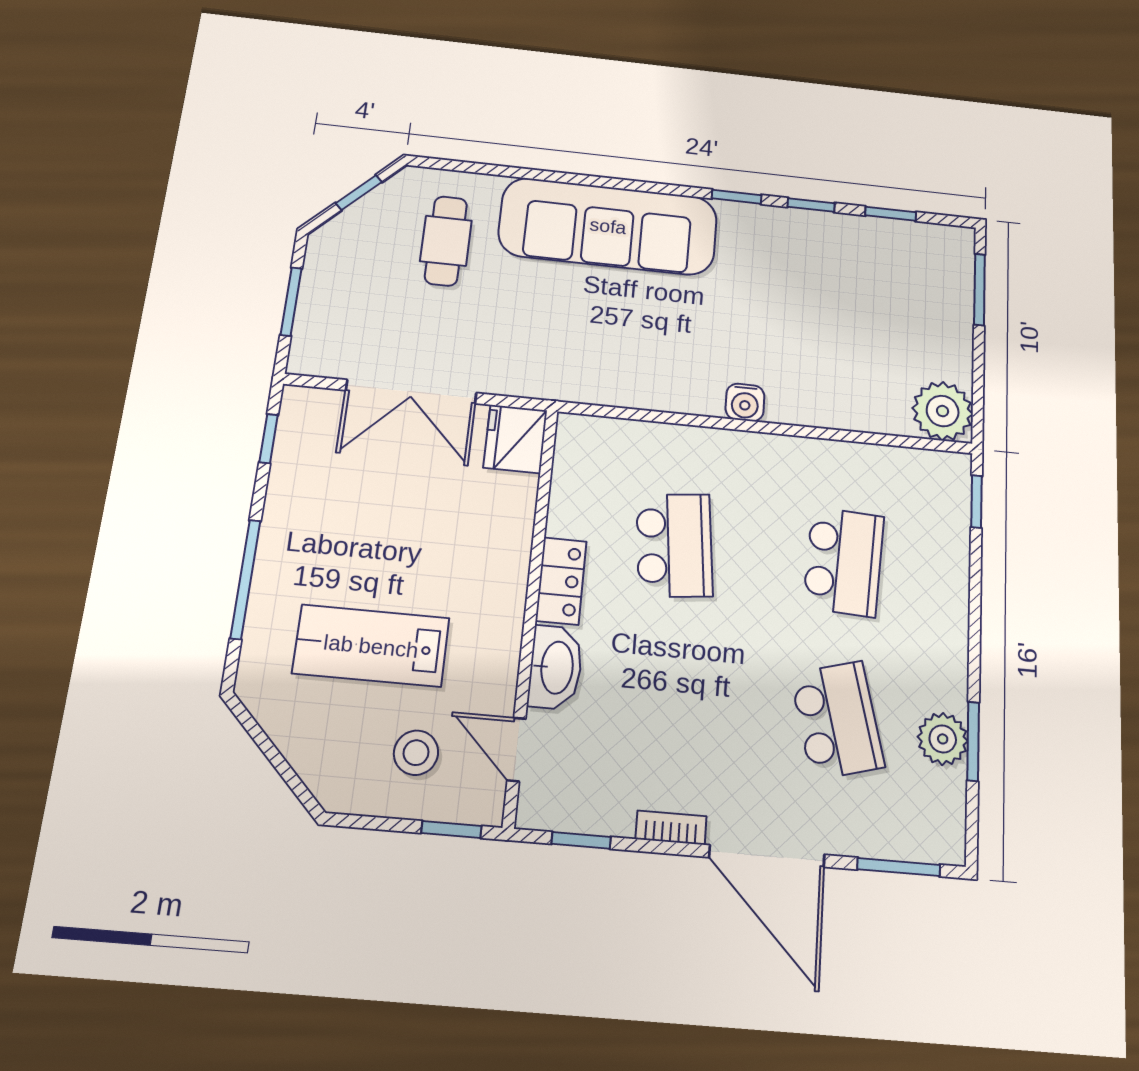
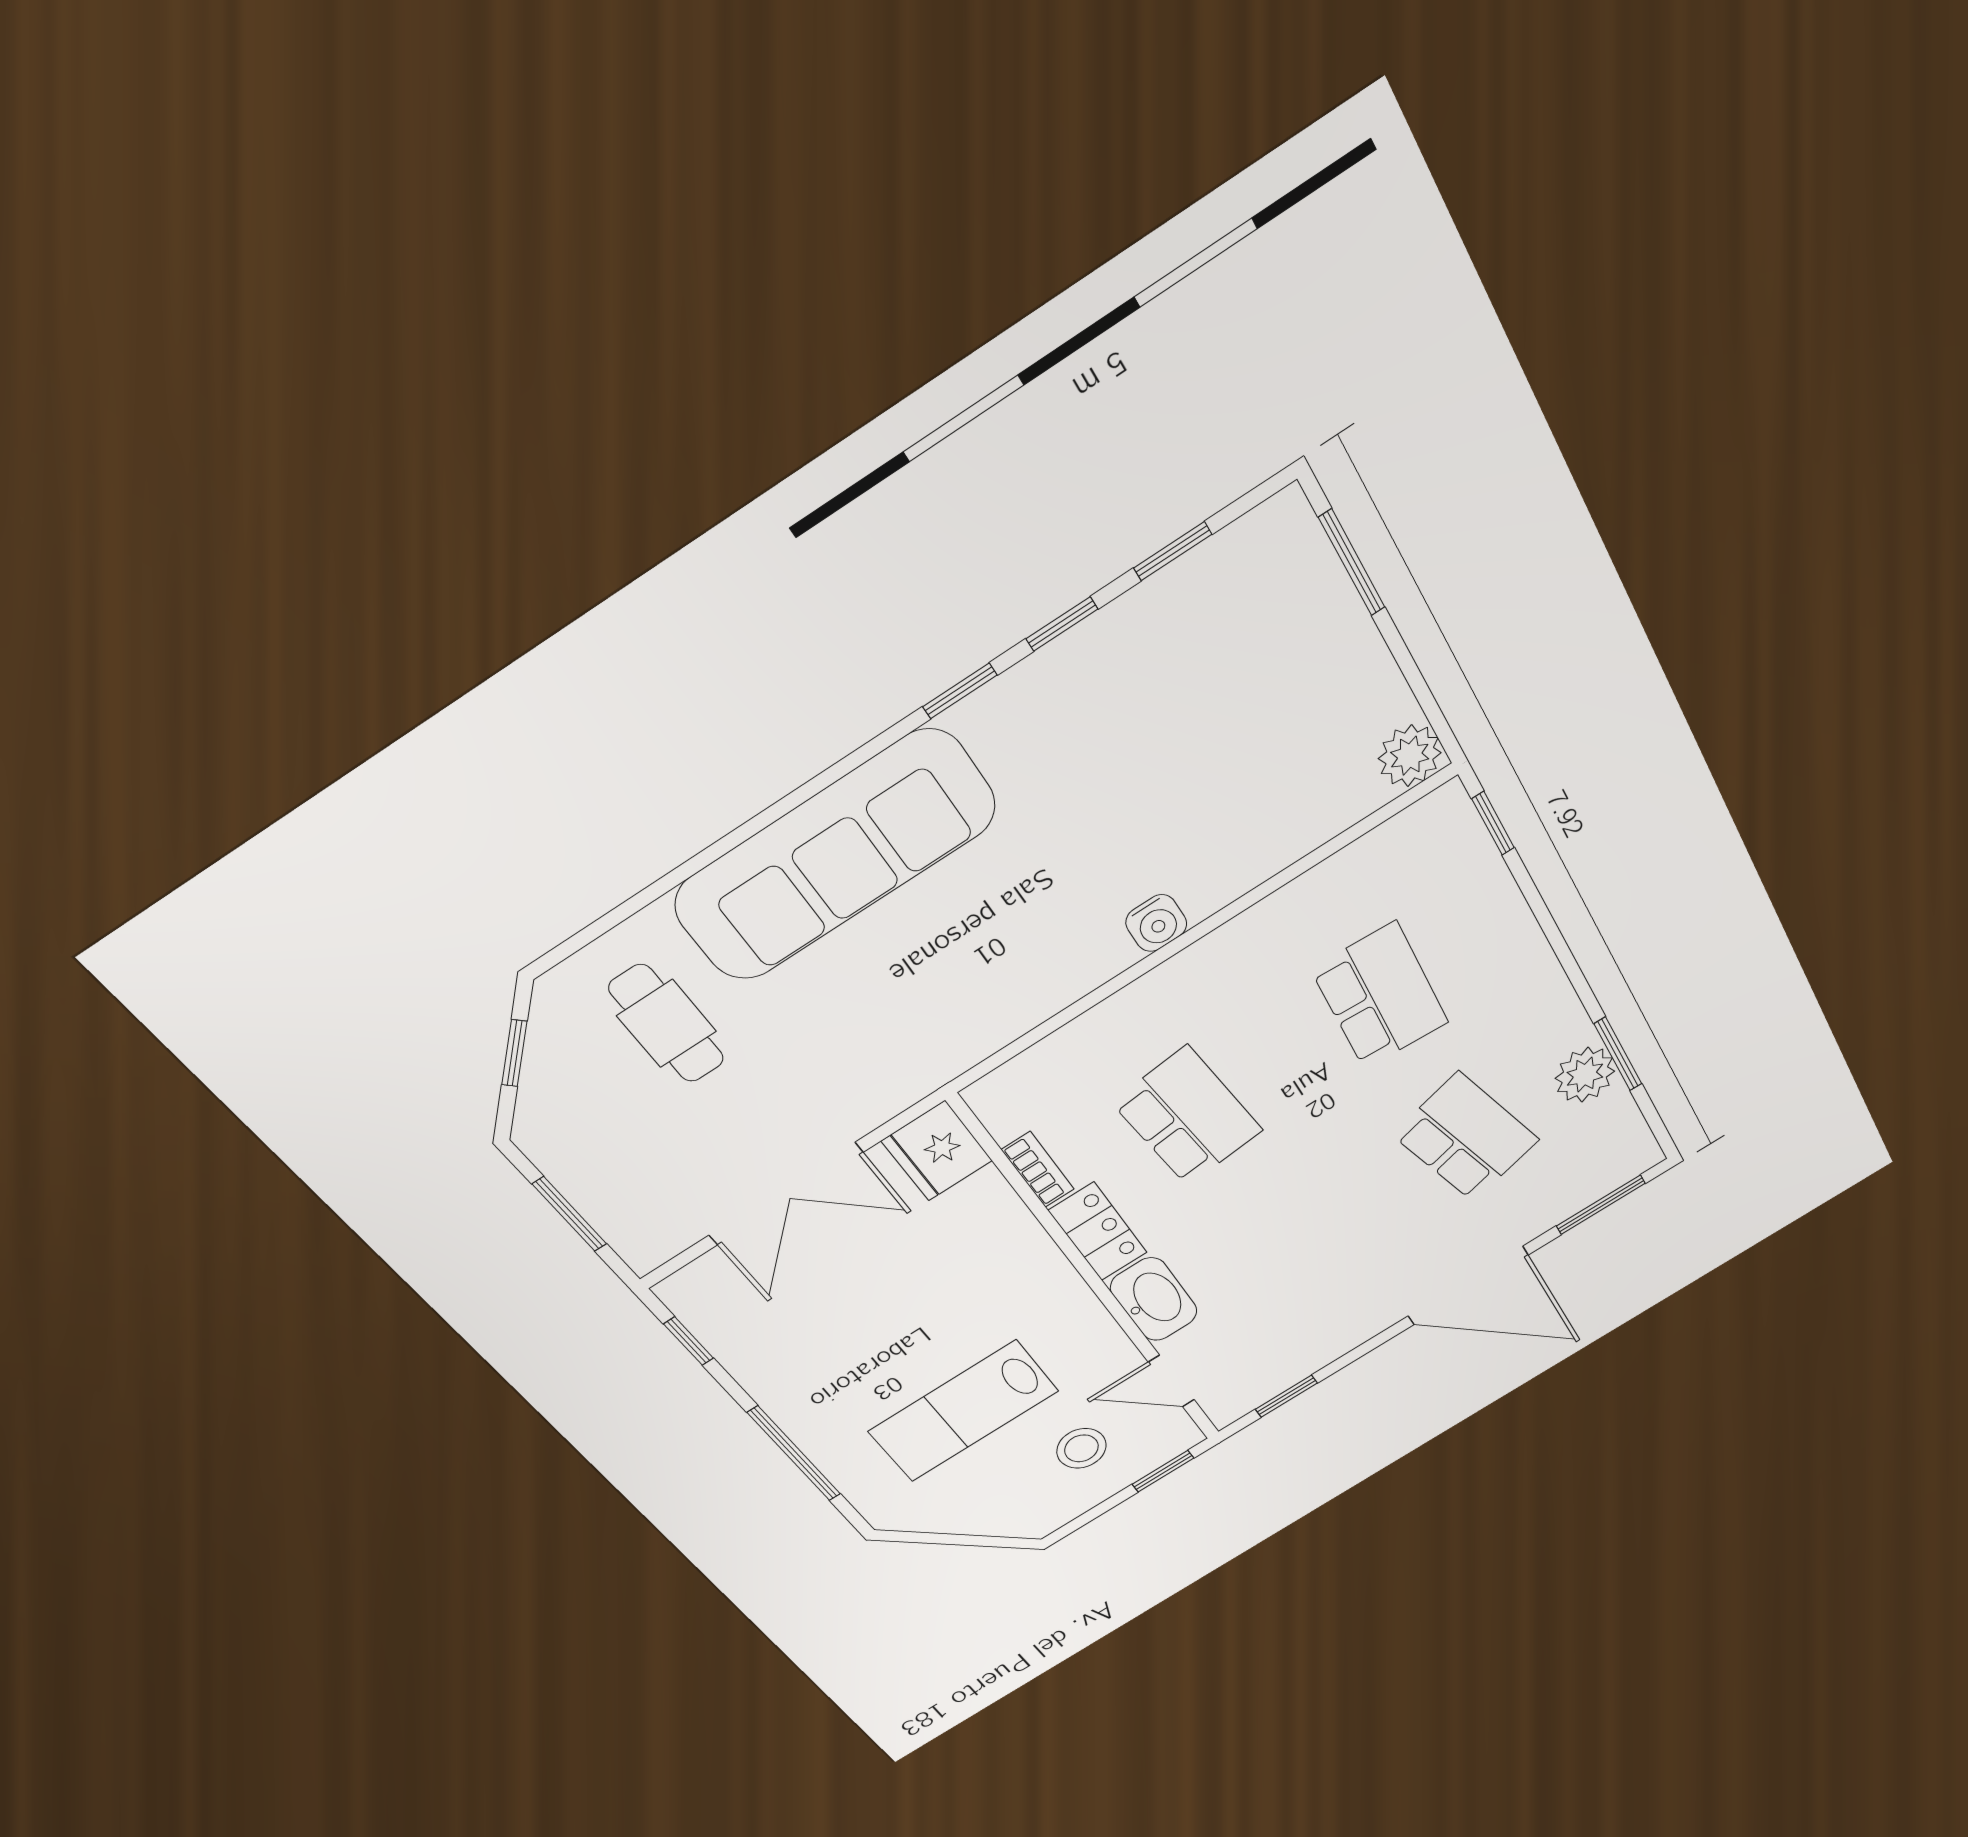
plant: (943, 411) -> (1410, 756), width x0.73, depth x0.73
bookcase: (671, 828) -> (1038, 1169), moved, turned 90

